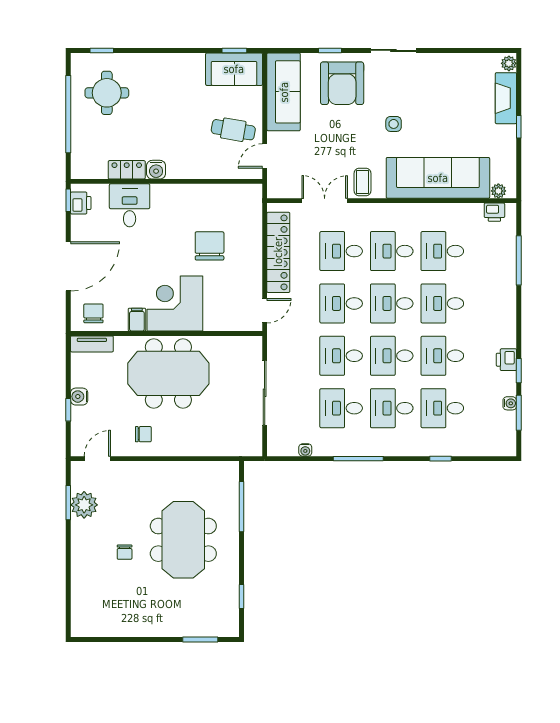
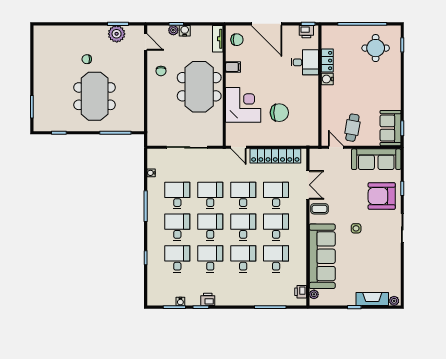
corner desk: (175, 303) -> (243, 105), moved
plant: (78, 414) -> (173, 30), added
meeting table: (183, 540) -> (95, 96), turned 90

